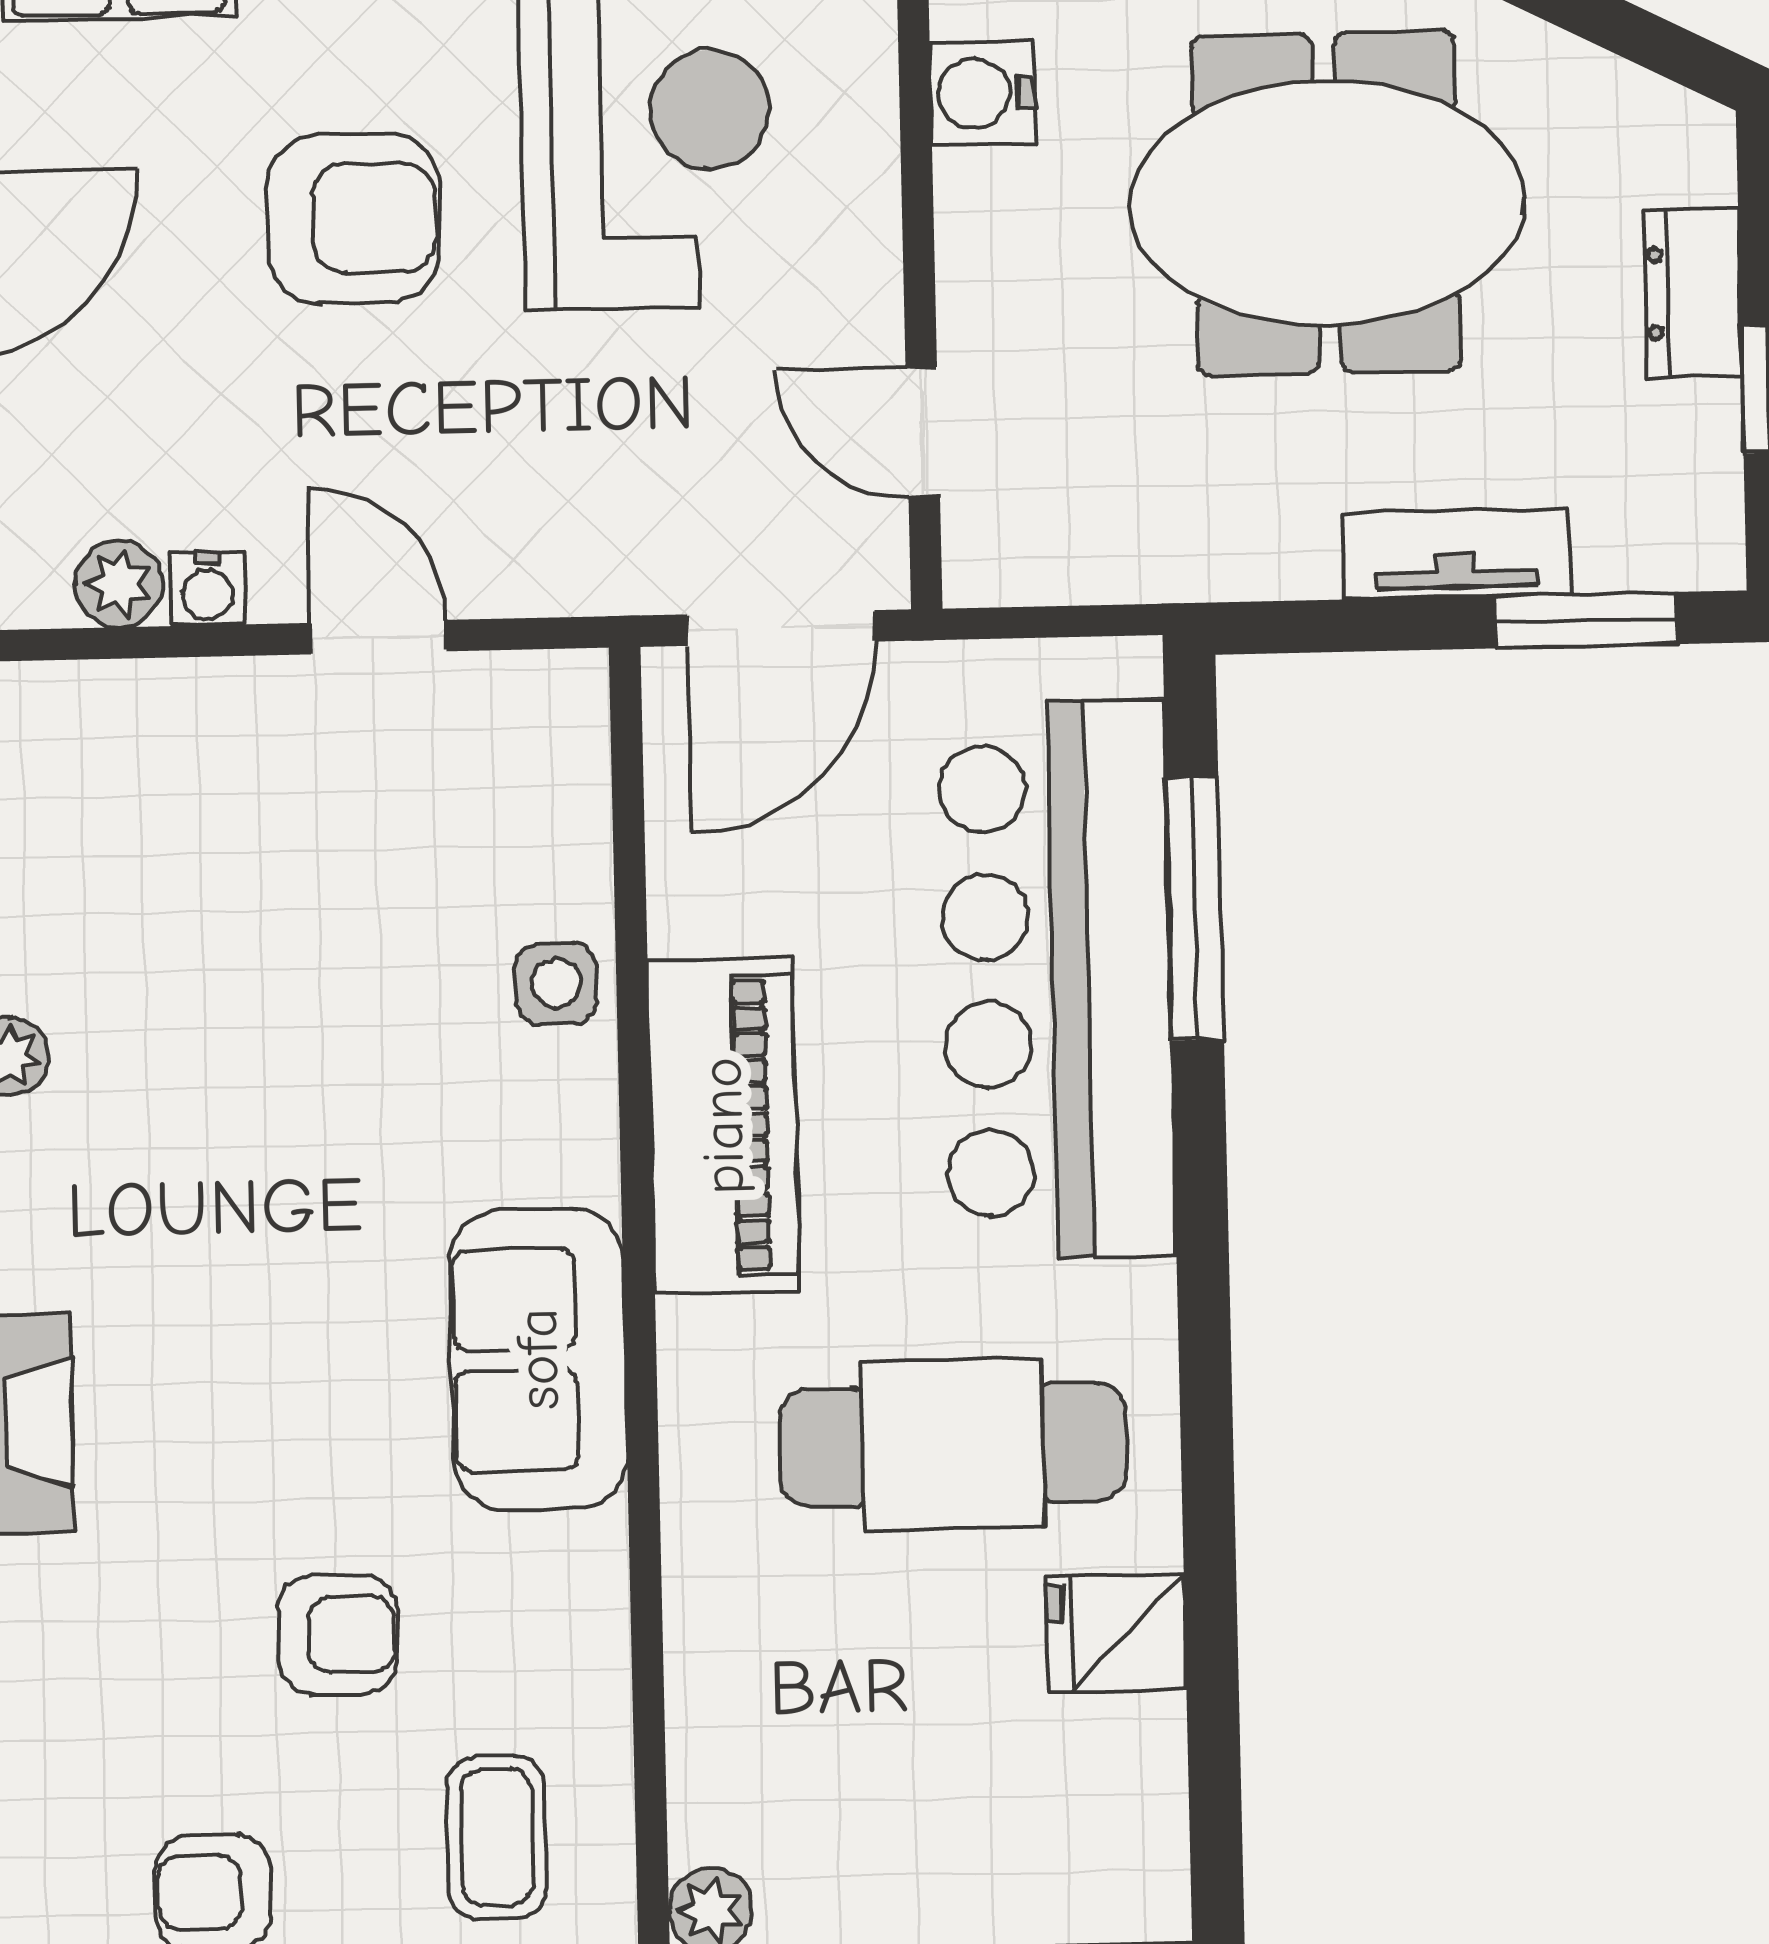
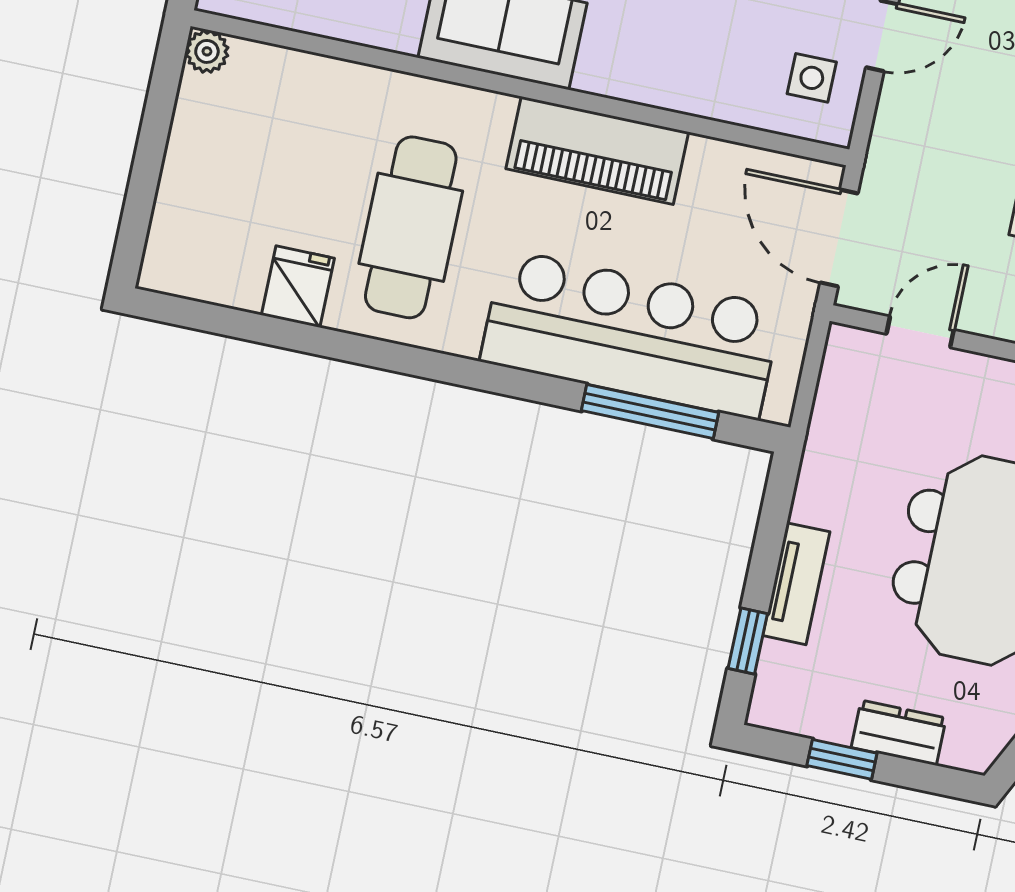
window: (1586, 620) -> (748, 641), width x0.67
side table: (556, 983) -> (812, 78), moved

